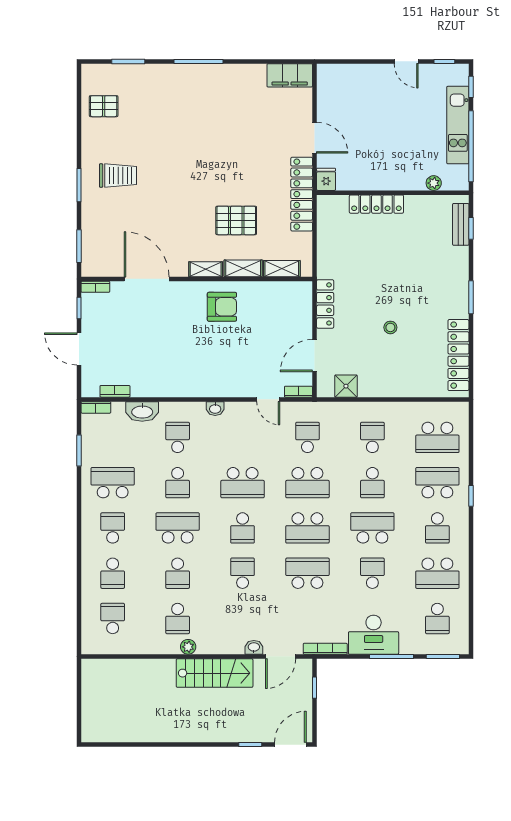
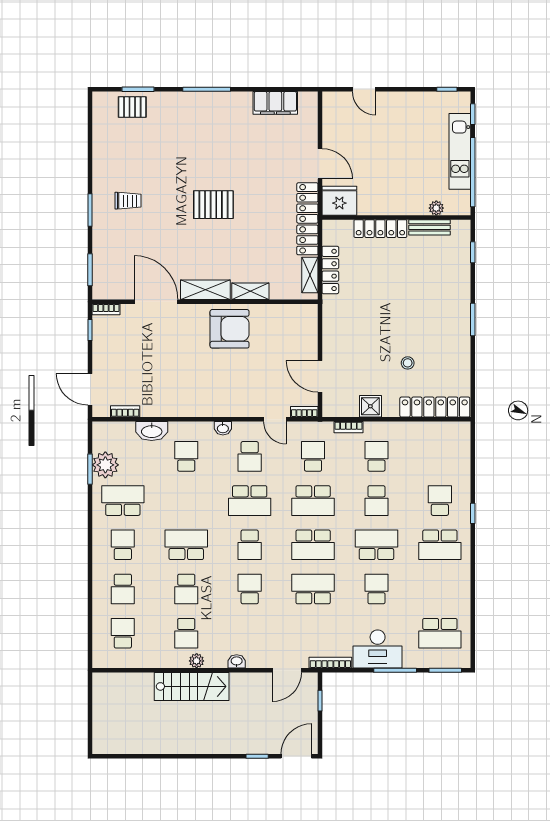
door: (406, 61) -> (364, 89), moved
filing cabinet: (290, 75) -> (275, 103), moved
pallet: (104, 106) -> (132, 107), moved
trolley: (118, 176) -> (128, 201), width x0.73, depth x0.72
fridge: (326, 179) -> (339, 201), width x1.88, depth x1.34
pallet: (236, 220) -> (213, 205), moved
bench: (461, 224) -> (430, 227), moved, turned 90
shelving: (206, 269) -> (205, 290), width x1.50, depth x1.33
shelving: (282, 269) -> (310, 275), moved, turned 90
locker: (325, 304) -> (330, 270), moved
armchair: (222, 307) -> (230, 329), width x1.36, depth x1.36
stool: (390, 327) -> (408, 363), moved
door: (79, 349) -> (90, 389), moved
locker: (458, 355) -> (435, 407), moved, turned 90
door: (315, 356) -> (320, 376), hinge flipped
shower: (346, 386) -> (370, 406), moved
bookcase: (96, 407) -> (348, 427), moved
school desk: (437, 437) -> (440, 456), removed
plant: (95, 446) -> (105, 465), added
school desk: (178, 483) -> (250, 456), moved
school desk: (437, 483) -> (440, 501), width x0.54
school desk: (437, 528) -> (440, 545), width x1.85
school desk: (437, 573) -> (440, 589), removed
school desk: (437, 618) -> (440, 633), width x1.85
washbasin: (254, 647) -> (237, 661), moved
stairs: (215, 673) -> (192, 686), moved

